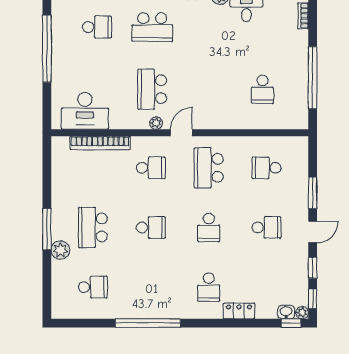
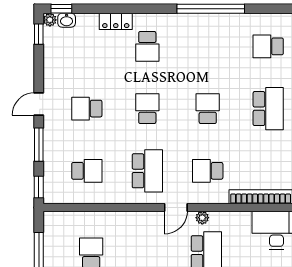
school desk: (151, 227) -> (208, 109), turned 90
window: (313, 268) -> (39, 187), moved
school desk: (209, 287) -> (147, 46), turned 180

